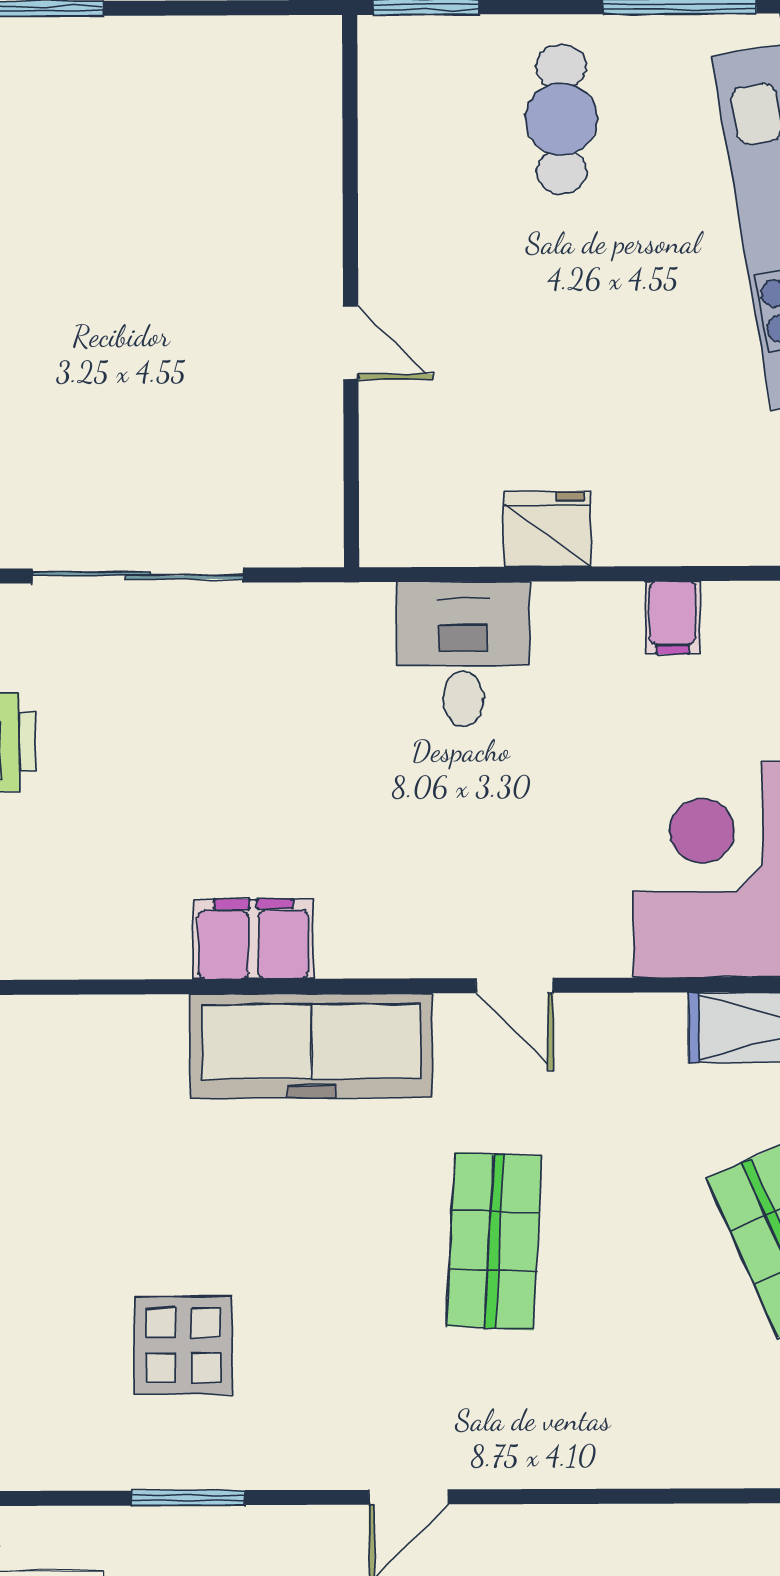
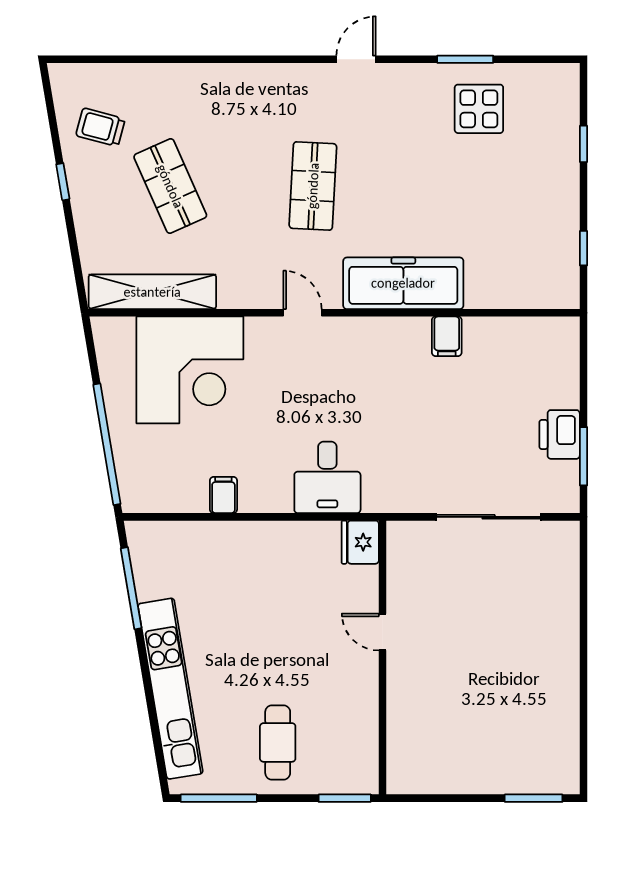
fridge: (547, 529) -> (360, 542), moved, turned 90
filing cabinet: (253, 939) -> (447, 336), width x0.50
display table: (183, 1345) -> (479, 109), moved

